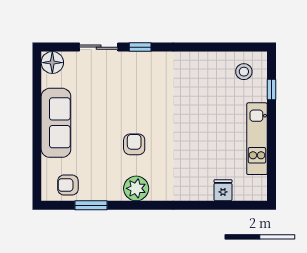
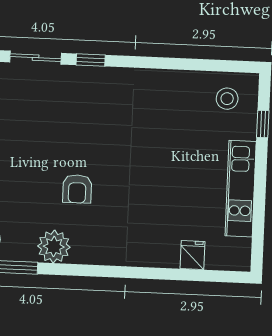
armchair: (134, 144) -> (77, 189), turned 180
plant: (136, 188) -> (54, 247), moved

